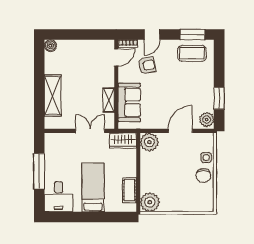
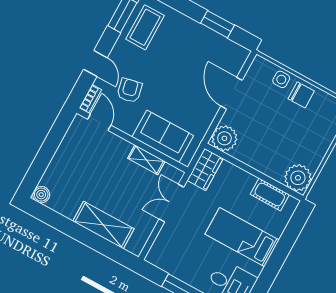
plant: (207, 120) -> (235, 54), removed

